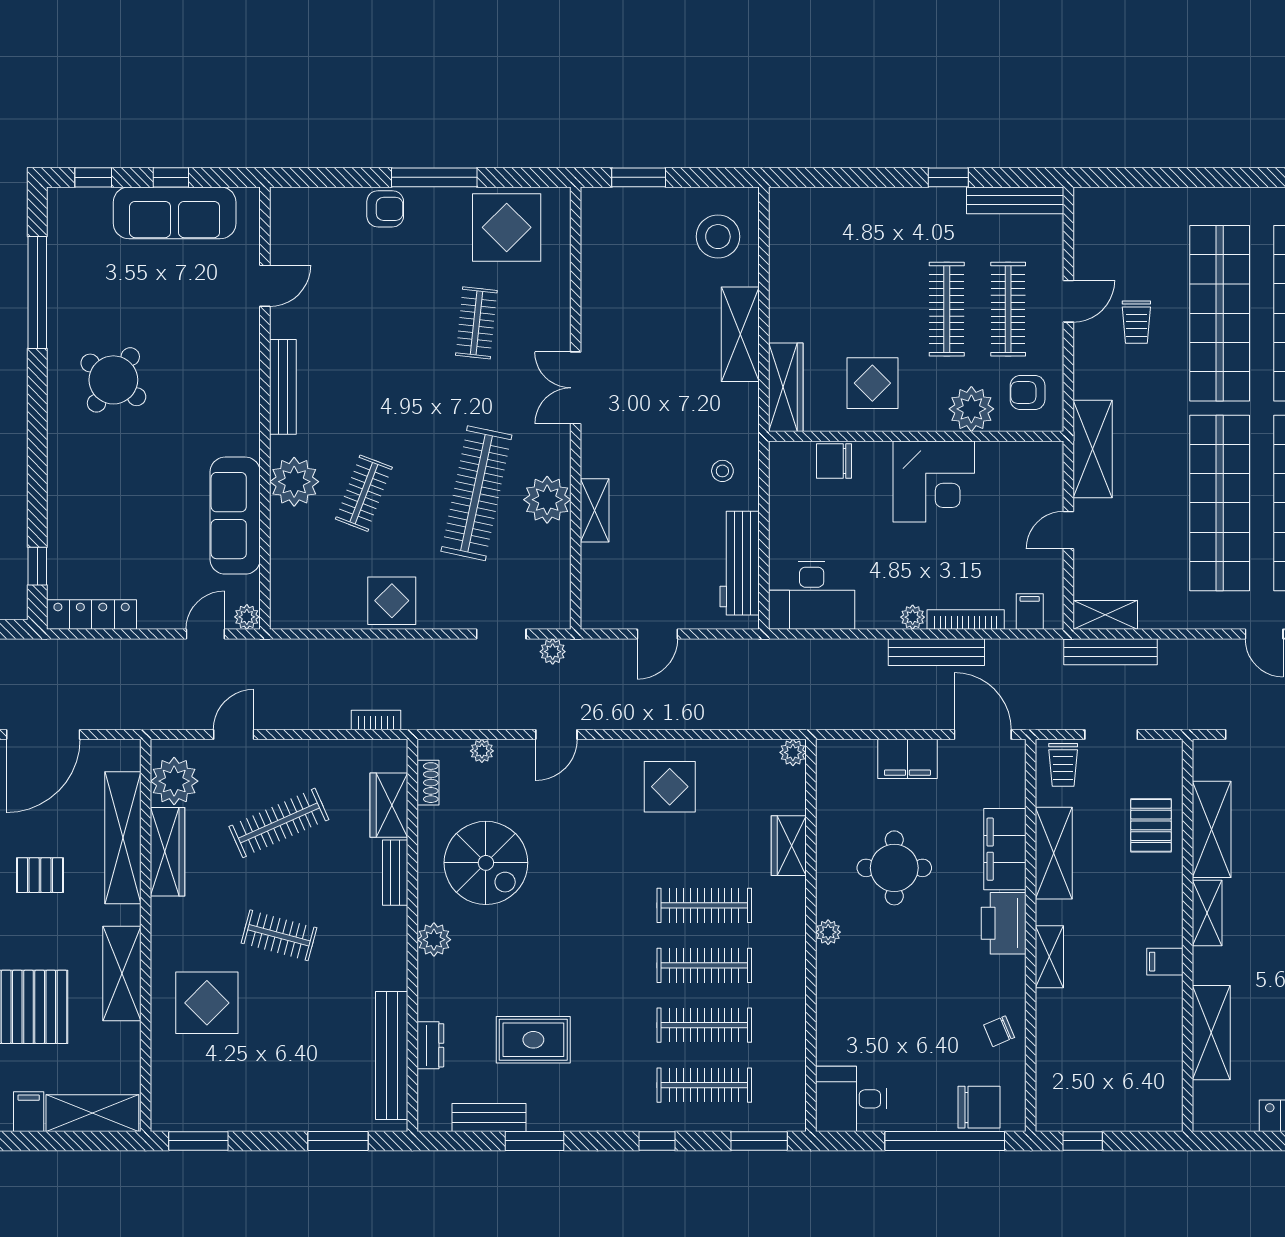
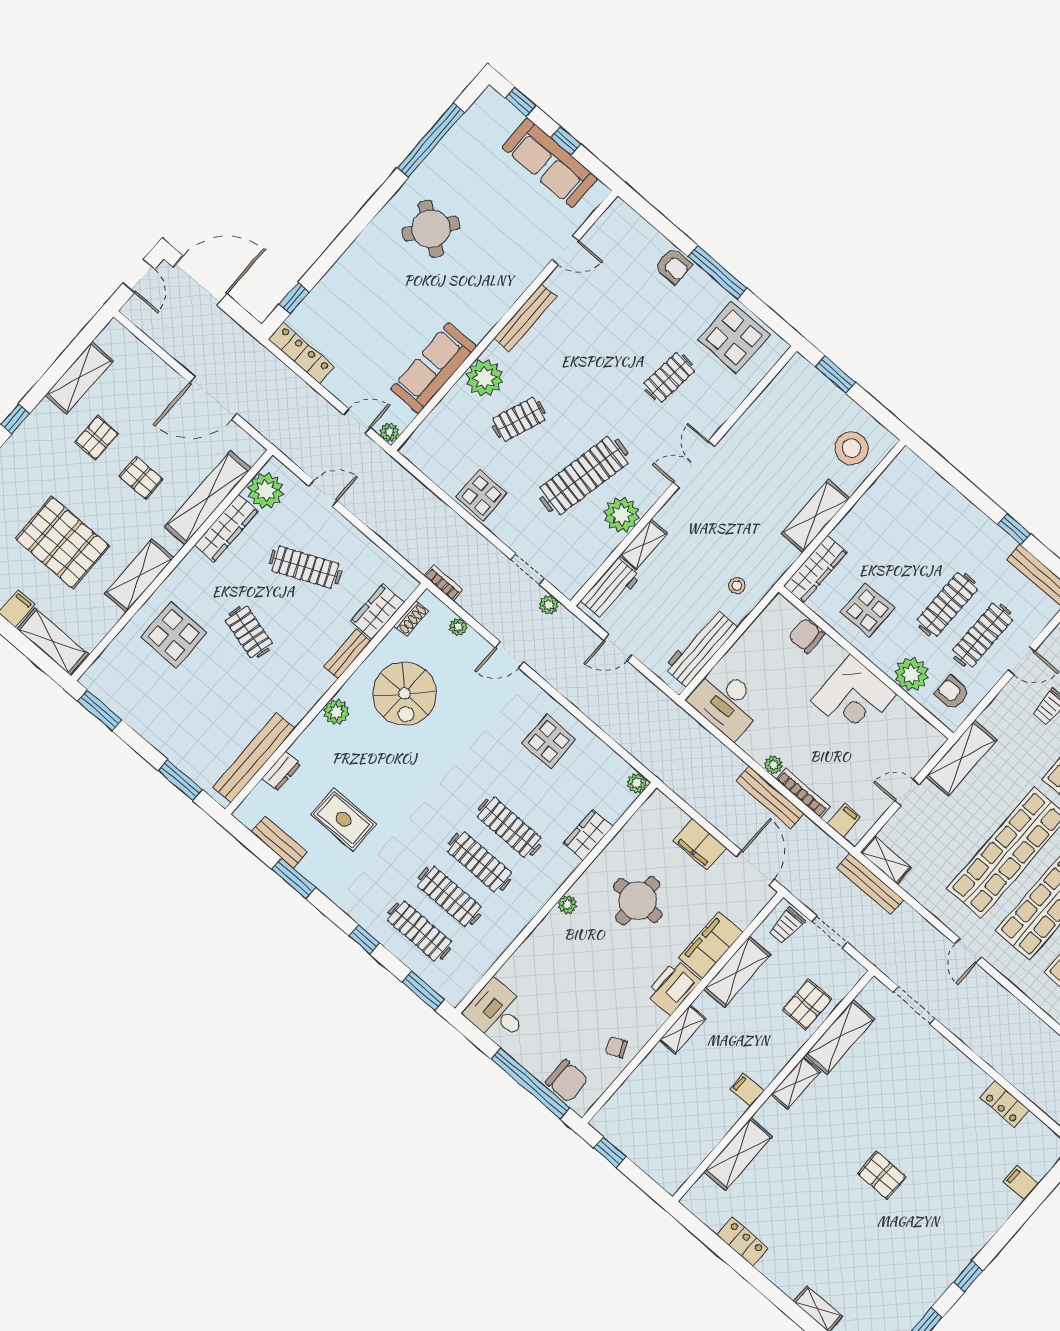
workbench: (600, 583) -> (610, 589), added
bookcase: (376, 720) -> (443, 583), moved

